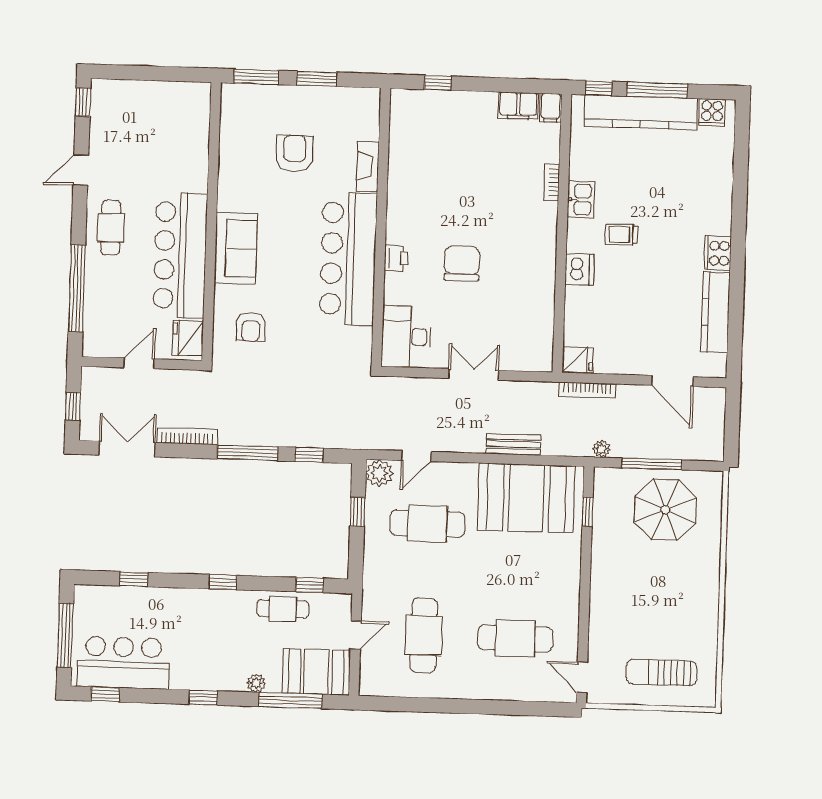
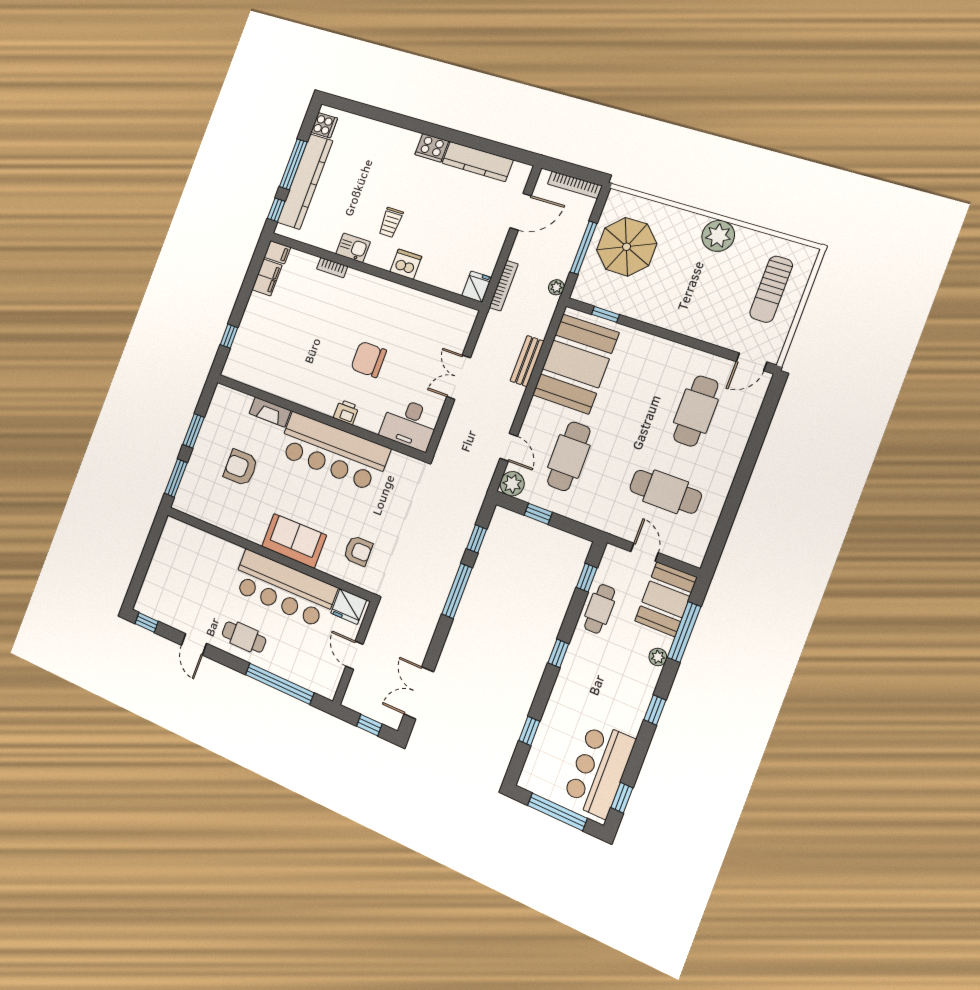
bookcase: (187, 436) -> (575, 185), moved, turned -90
plant: (702, 601) -> (718, 236), added

